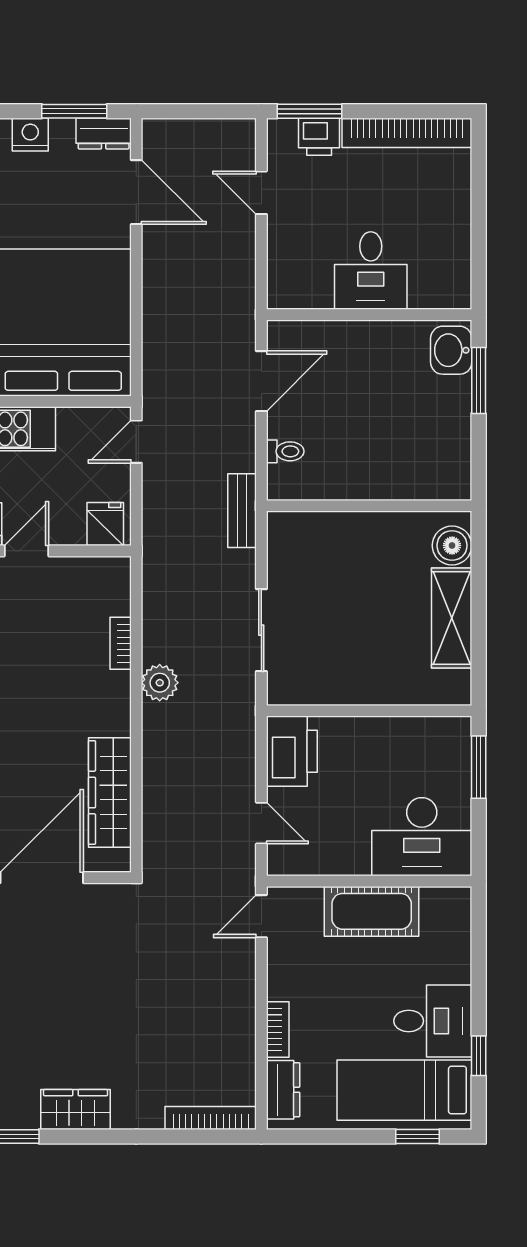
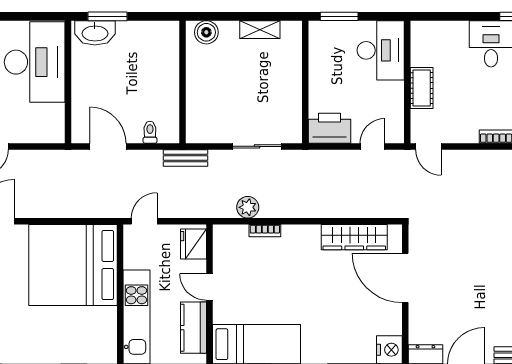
desk: (371, 270) -> (35, 62), width x1.87, depth x1.30
washbasin: (451, 350) -> (95, 33), width x1.38
door: (136, 442) -> (144, 221), swing flipped
fridge: (105, 524) -> (194, 244), width x1.38
shelving: (452, 618) -> (260, 30), width x0.67, depth x0.75
plant: (160, 683) -> (248, 207), moved
cot: (372, 911) -> (422, 88), width x0.73, depth x0.75

